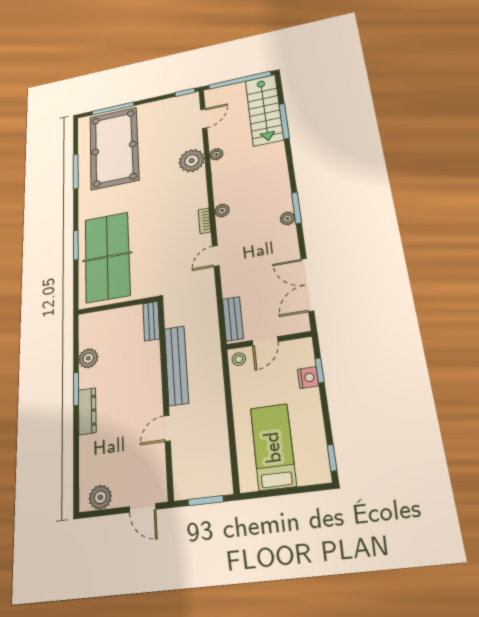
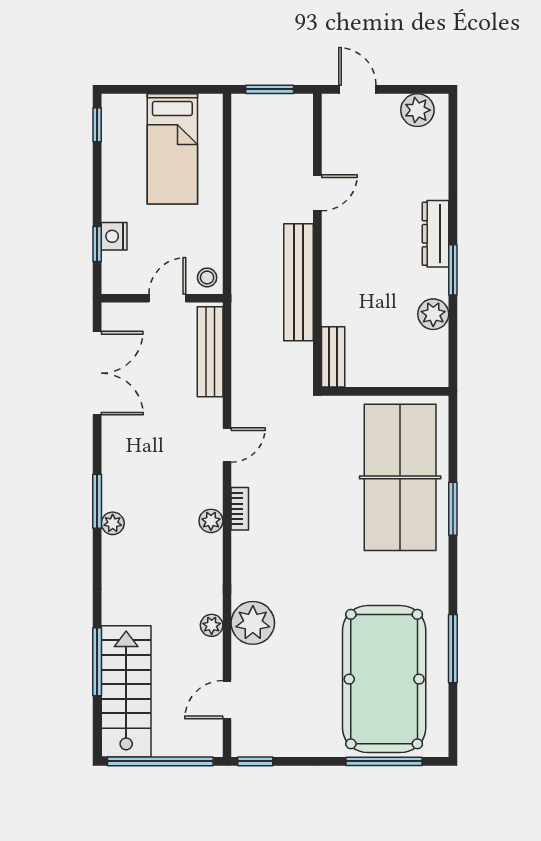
plant: (287, 218) -> (113, 523), moved
bench: (233, 319) -> (210, 352), width x1.36

